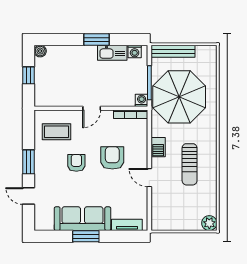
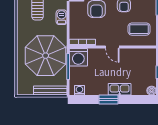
kitchen sink: (112, 53) -> (120, 89), moved
washing machine: (142, 100) -> (78, 57), width x1.89, depth x1.89
door: (92, 108) -> (112, 47), swing flipped

